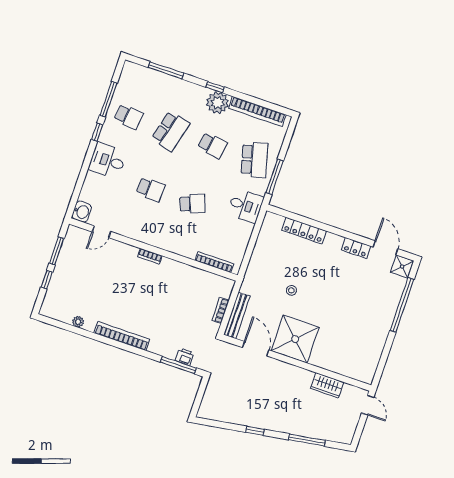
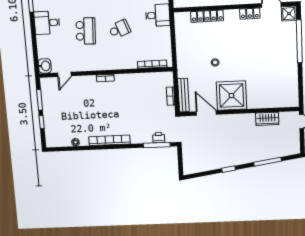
school desk: (151, 189) -> (86, 31), width x1.85

